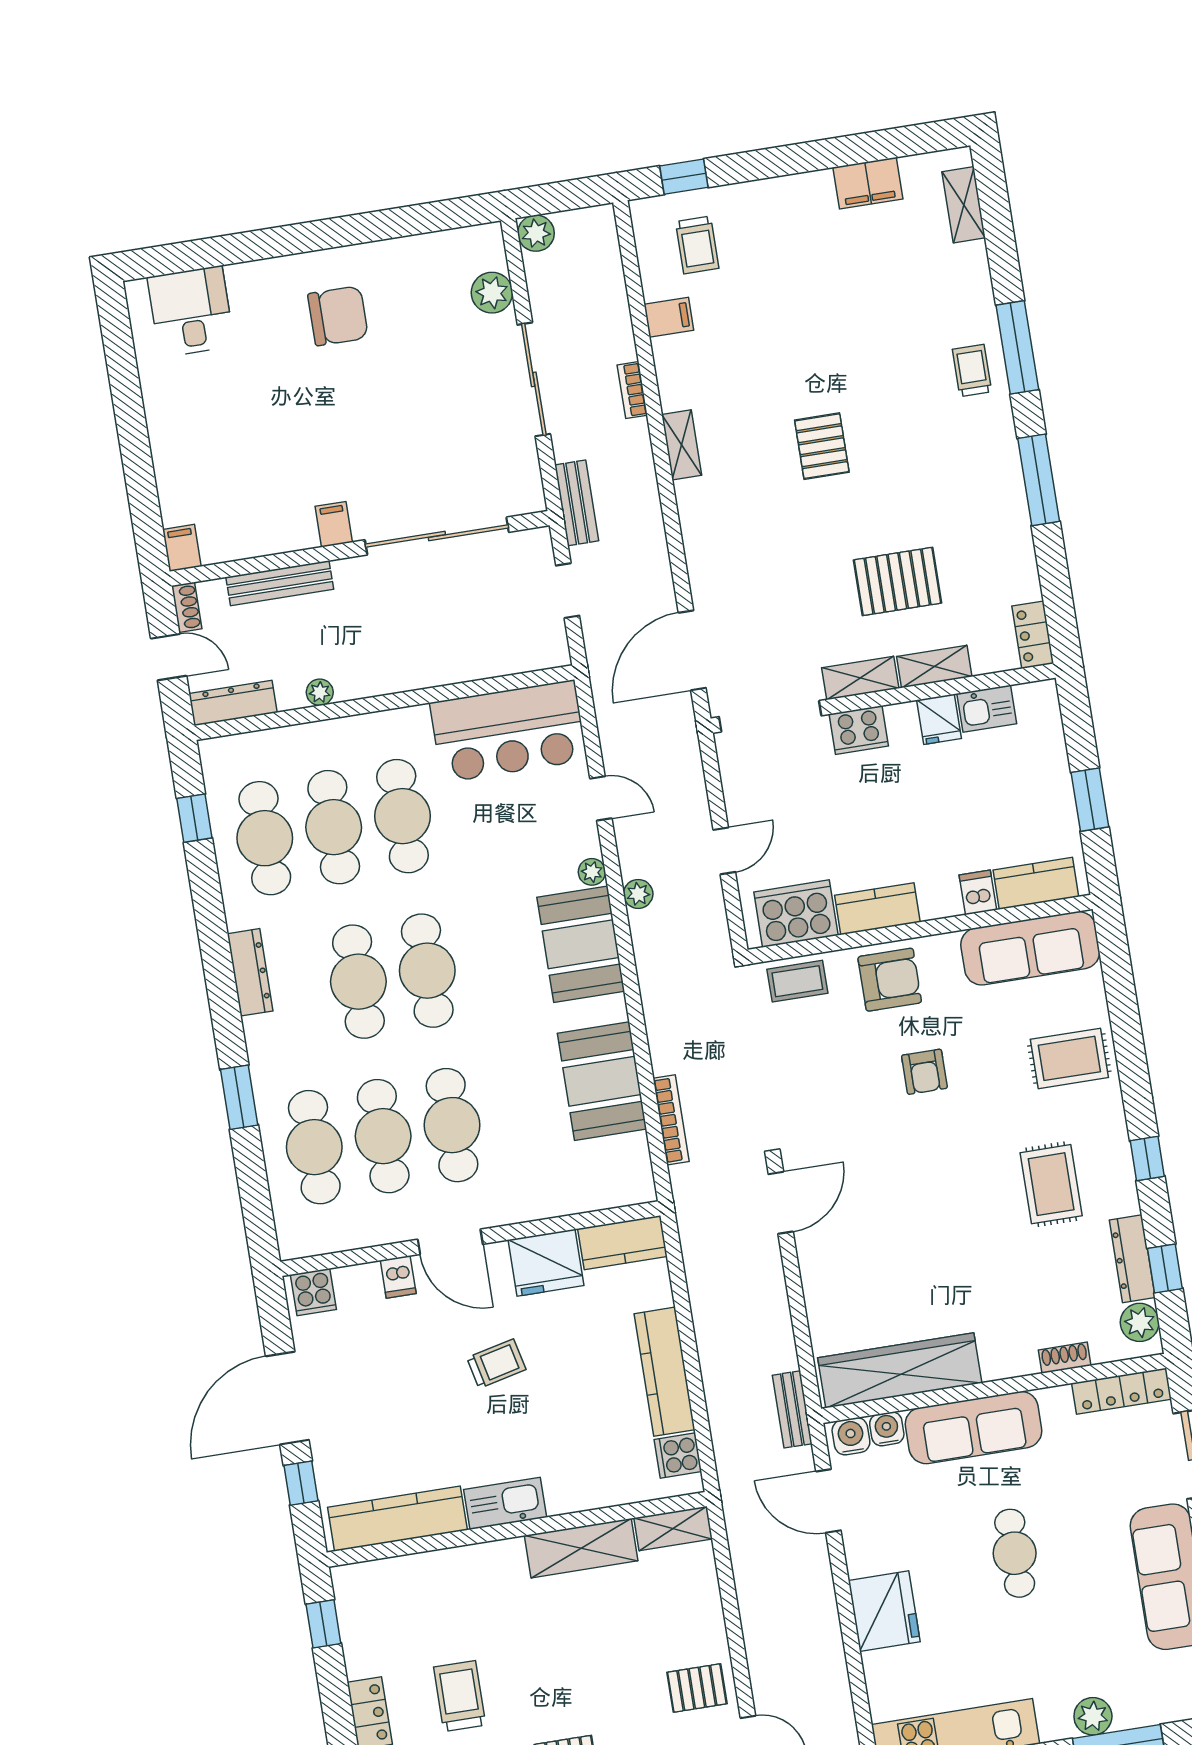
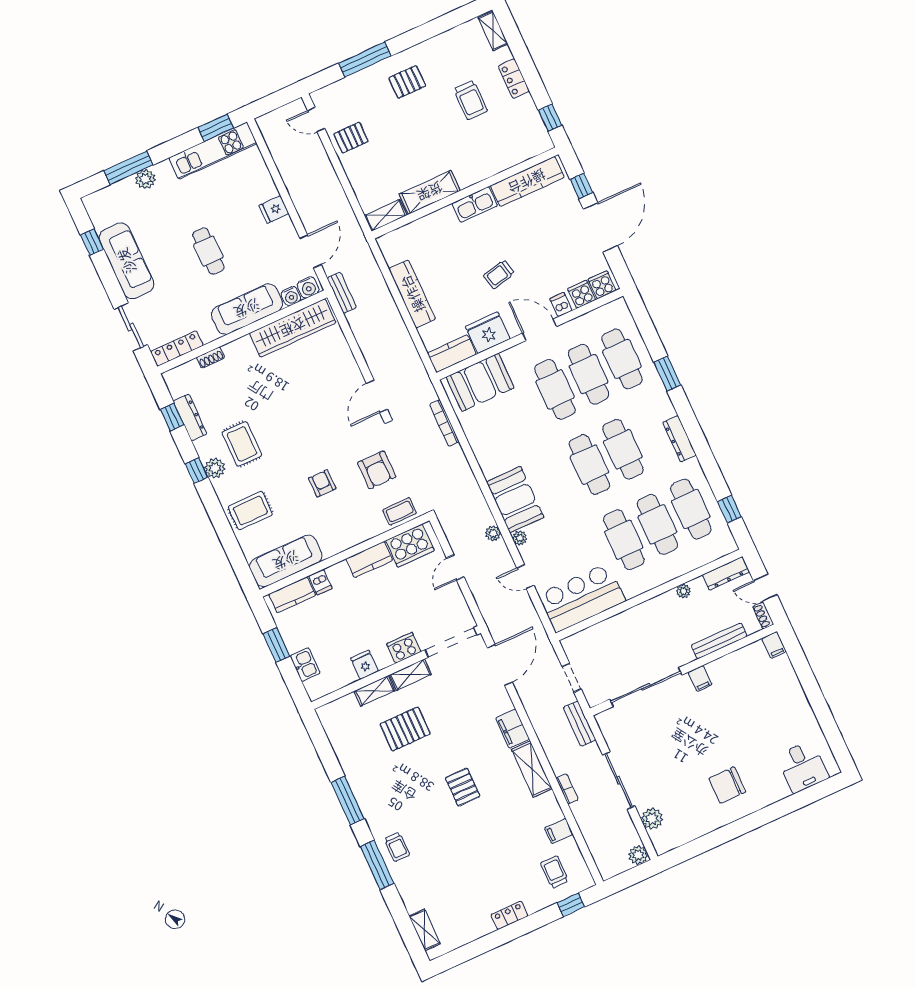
filing cabinet: (868, 183) -> (513, 729), moved, turned -90
shelving: (682, 445) -> (532, 769), width x1.50, depth x1.33
locker: (1033, 635) -> (509, 915), moved, turned -90
kitchen sink: (987, 709) -> (305, 665), moved, turned 90
armchair: (890, 980) -> (377, 470), moved, turned -90
booth: (602, 1081) -> (480, 382), moved, turned 90
plant: (1140, 1322) -> (215, 468), moved
cooker: (678, 1455) -> (582, 294), moved, turned -90
door: (828, 1501) -> (310, 251), hinge flipped
fridge: (884, 1611) -> (274, 210), width x0.53, depth x0.75

